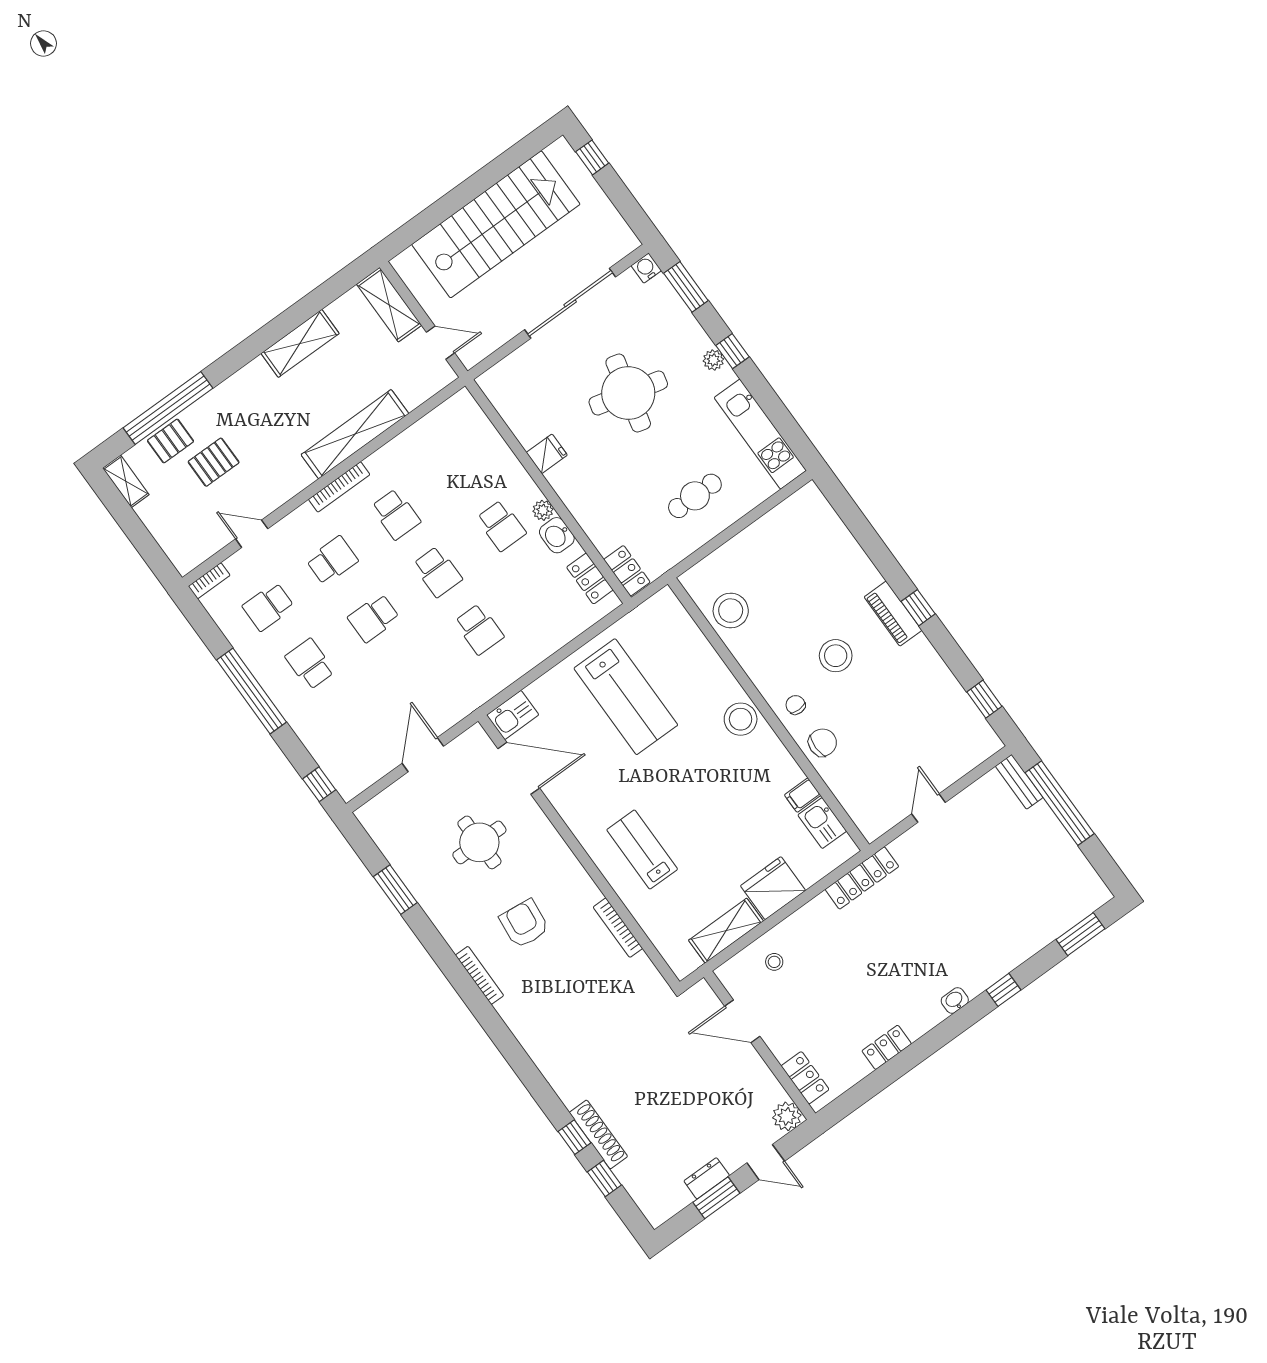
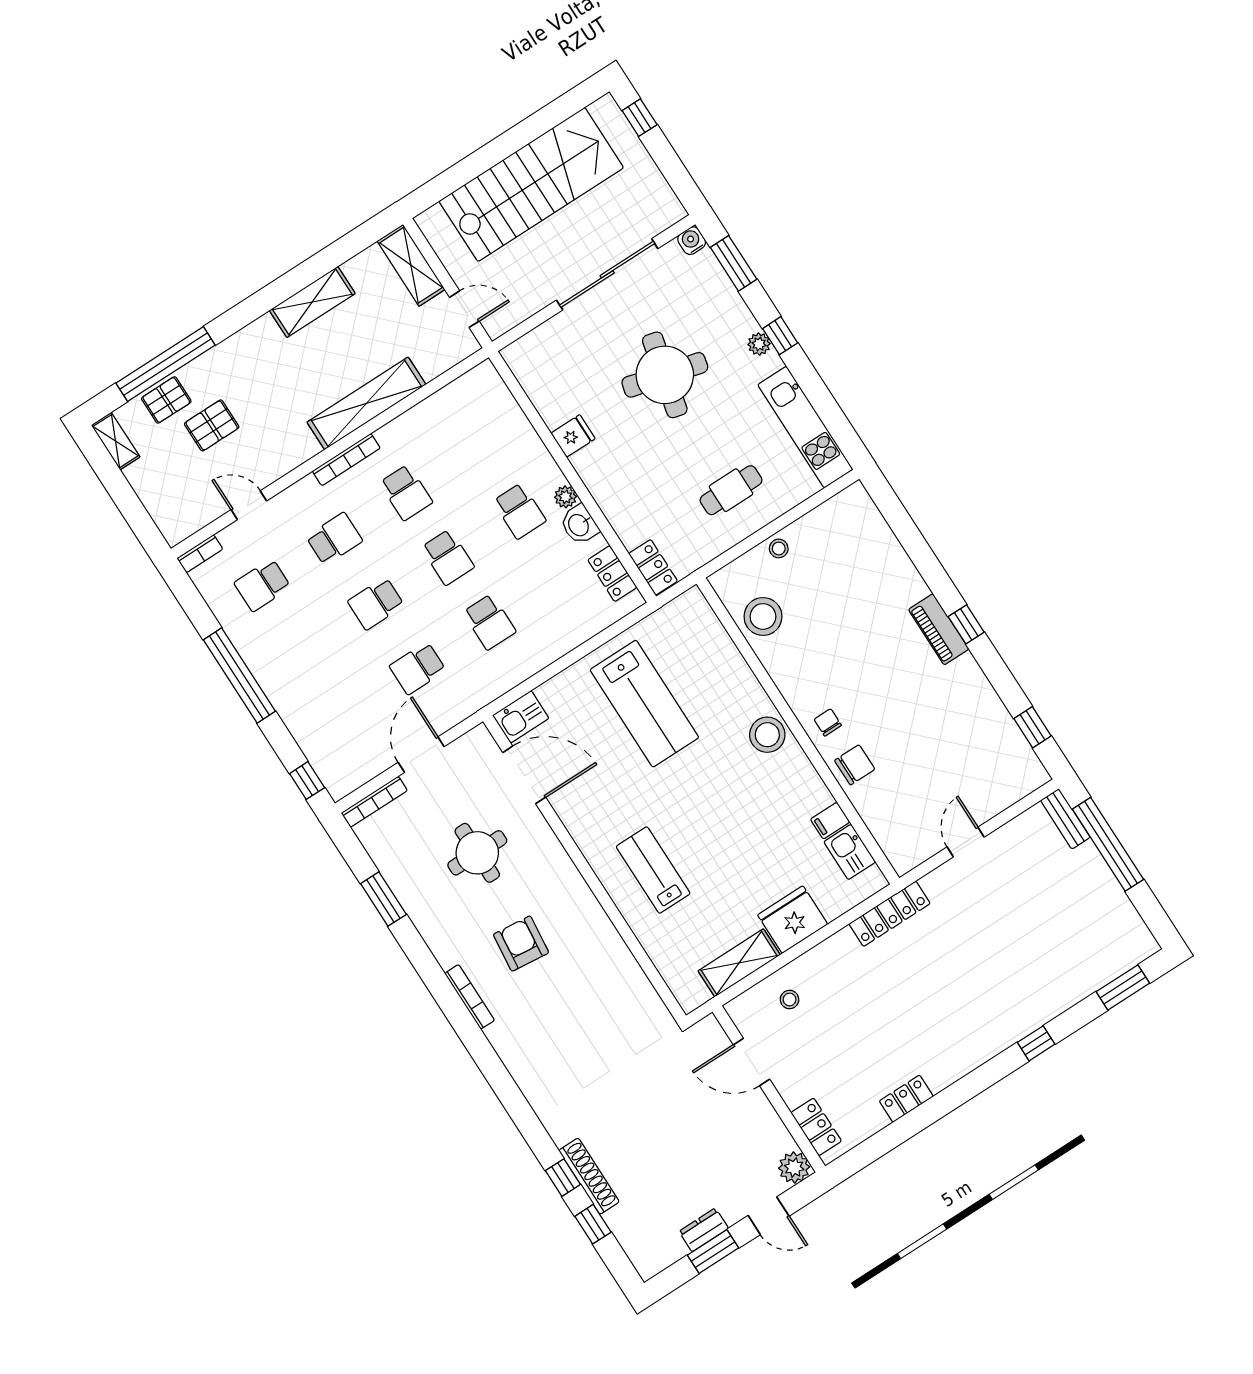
stool: (836, 656) -> (779, 548), moved, width x0.53, depth x0.53
school desk: (310, 664) -> (418, 668), moved, turned -90
bookcase: (618, 928) -> (374, 802), moved, turned -90
washbasin: (955, 1000) -> (983, 1052), removed

